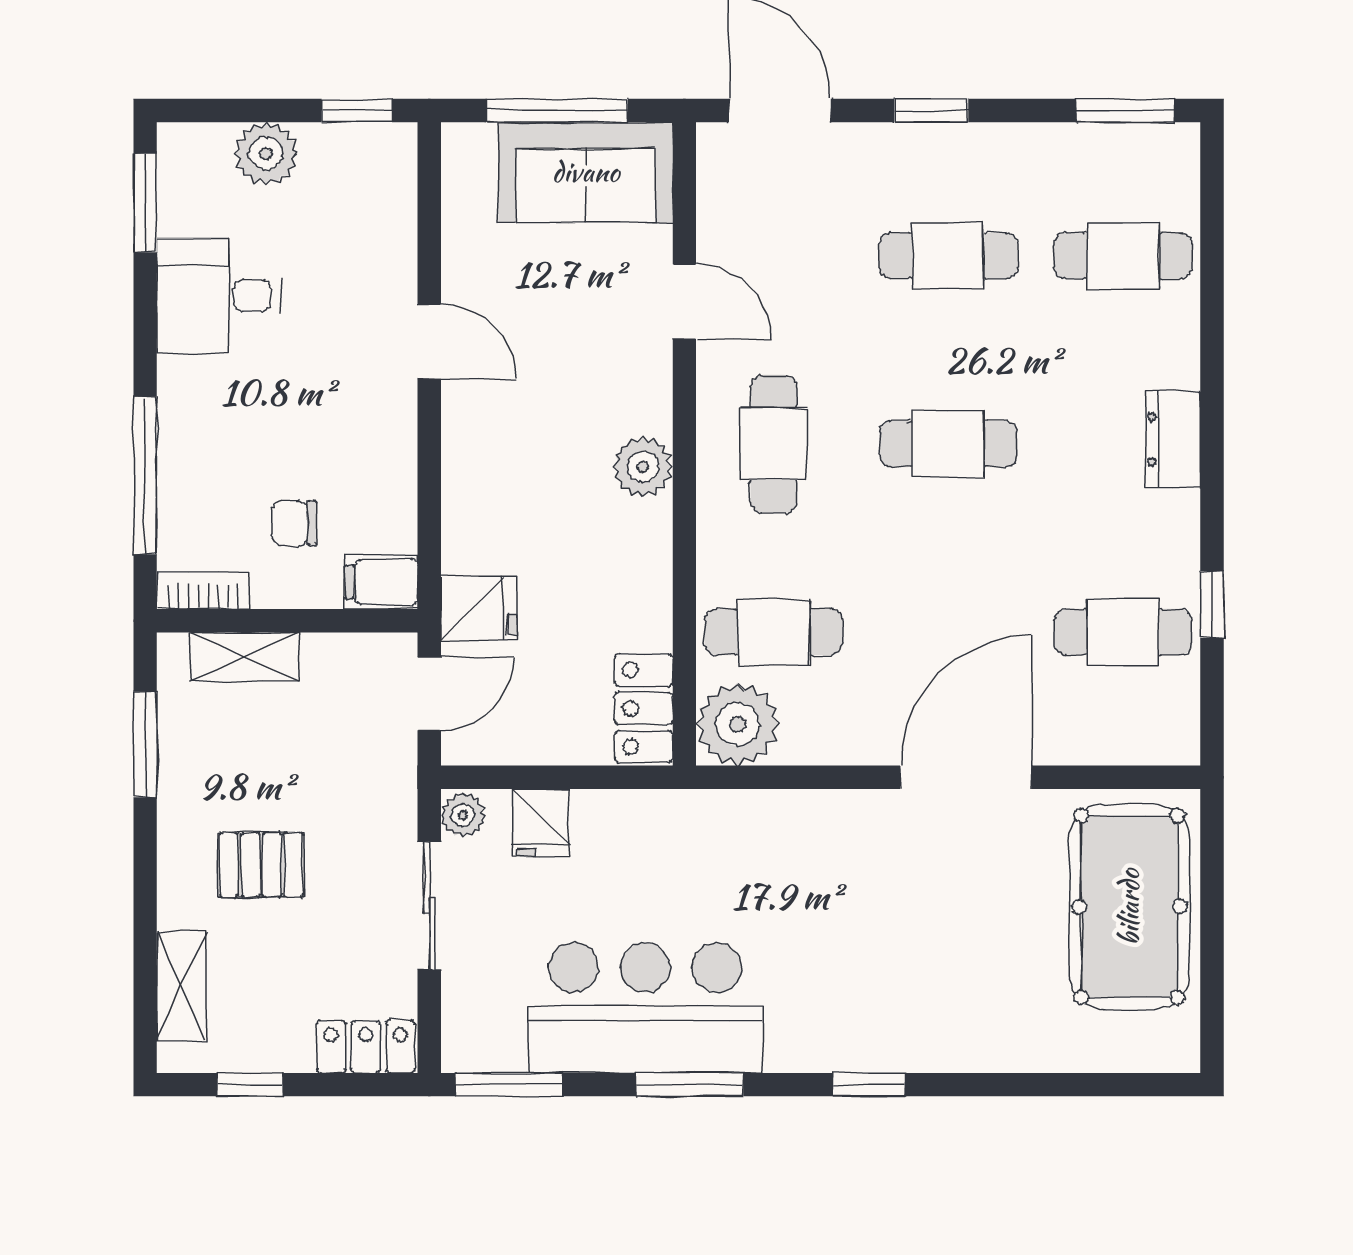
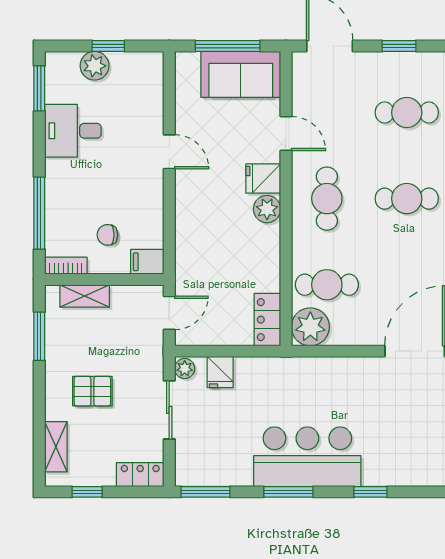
window: (357, 110) -> (108, 46), moved
fridge: (479, 608) -> (263, 179), moved, turned 180
bar counter: (645, 1008) -> (307, 457), moved

